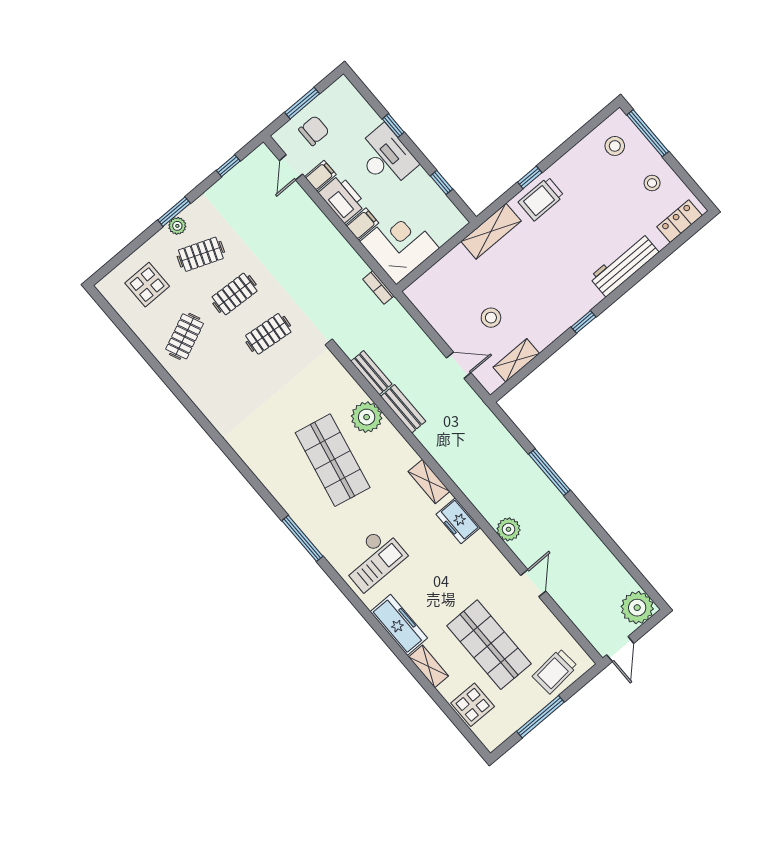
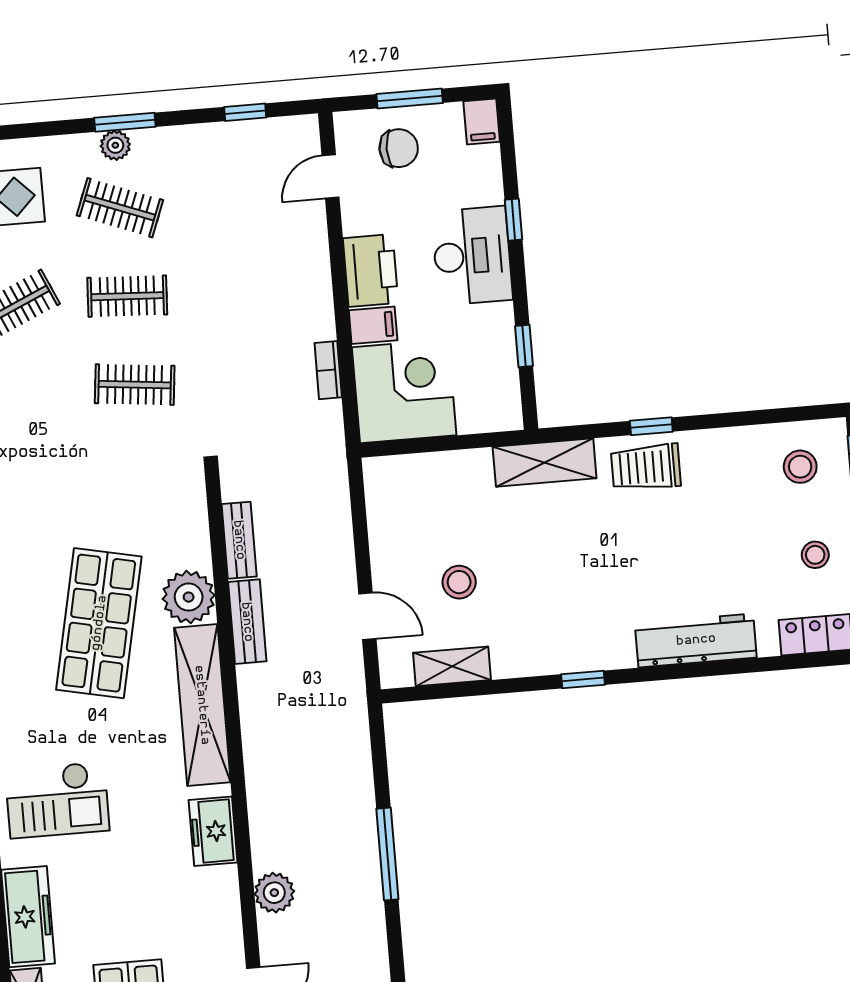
filing cabinet: (320, 176) -> (482, 121), moved, turned 90
bookcase: (378, 287) -> (328, 370), moved
shelving: (429, 481) -> (202, 705), width x2.20, depth x1.33

